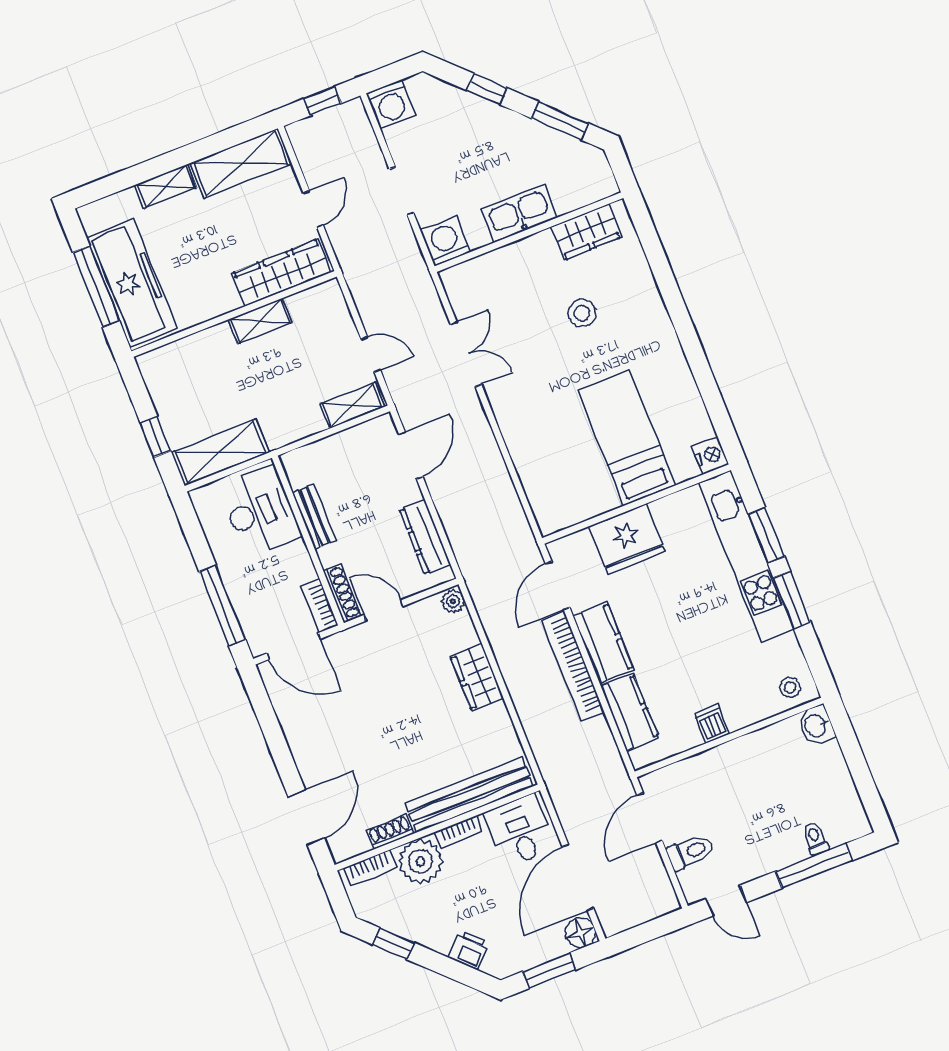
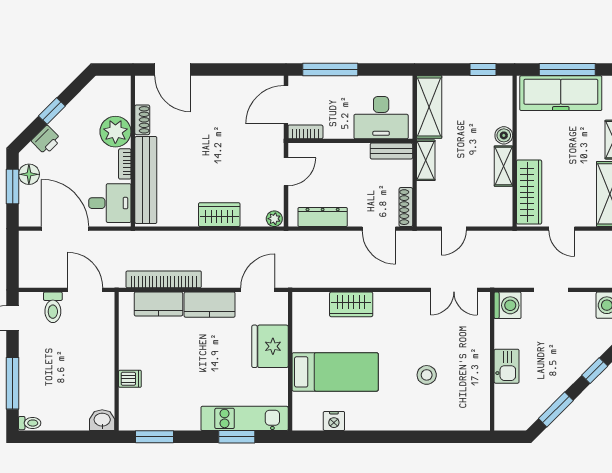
kitchen sink: (519, 214) -> (507, 366), width x0.73
wardrobe: (586, 232) -> (351, 304), moved, turned -90
boiler: (219, 337) -> (504, 135), added
double door: (466, 354) -> (454, 290), moved
shelving: (352, 405) -> (426, 160), moved
window: (156, 437) -> (483, 69), moved
nightstand: (710, 455) -> (334, 421), moved
bench: (314, 517) -> (391, 151), moved
kitchen unit: (746, 556) -> (245, 418), width x0.73
door: (558, 585) -> (258, 290), hinge flipped
shoe rack: (342, 593) -> (406, 207), moved, turned 90
window: (792, 600) -> (154, 437), moved
bookcase: (573, 666) -> (164, 279), moved
stool: (790, 688) -> (133, 413), removed
dishwasher: (712, 724) -> (130, 379), moved
toilet: (815, 839) -> (30, 423), moved
bookcase: (370, 868) -> (124, 97), removed
floor lamp: (581, 933) -> (29, 174), moved
window: (394, 944) -> (52, 111), moved

